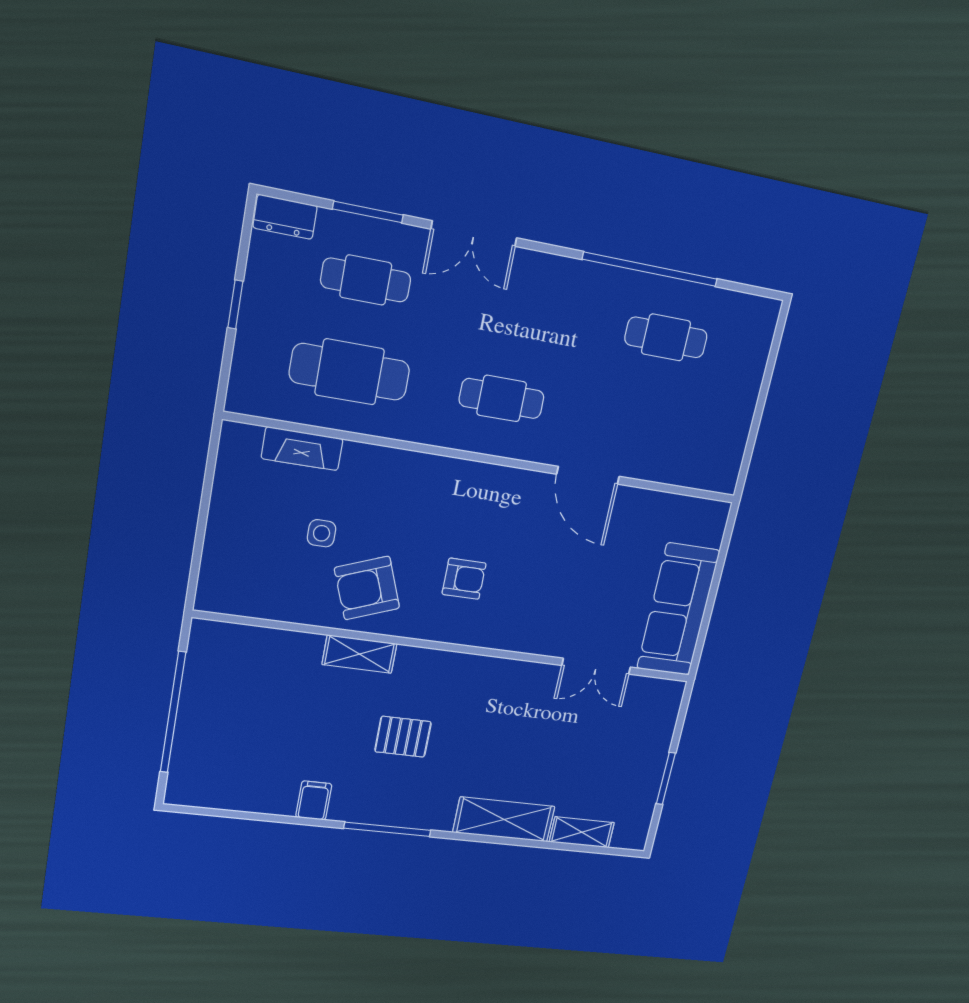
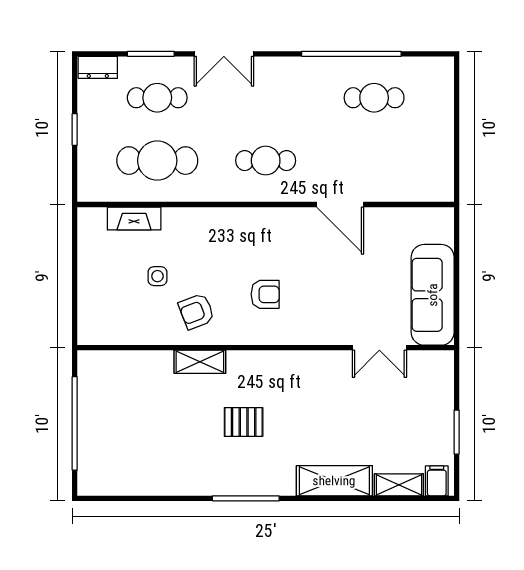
armchair: (367, 588) -> (196, 311), width x0.72, depth x0.72
filing cabinet: (314, 800) -> (437, 481), moved

